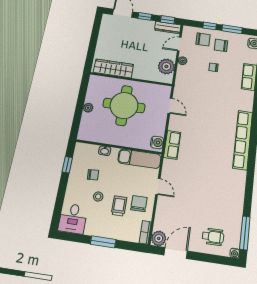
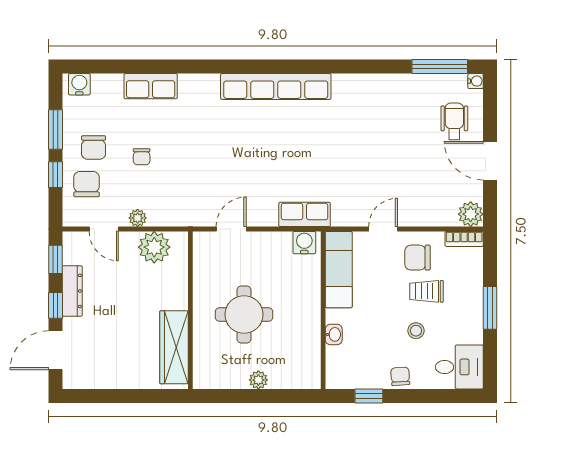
dresser: (168, 28) -> (72, 291), moved
round table: (124, 106) -> (244, 314), width x0.73, depth x0.73
chair: (93, 175) -> (400, 376), moved
door: (176, 253) -> (490, 161), moved

